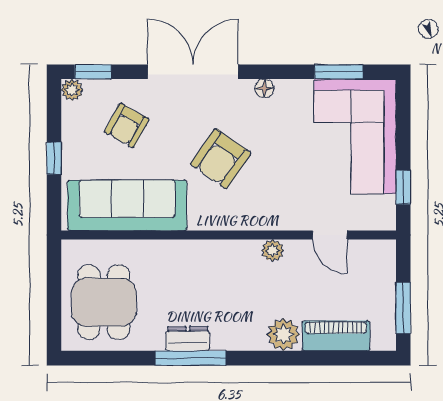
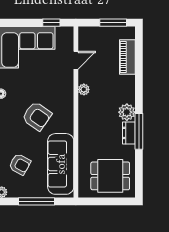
window: (54, 158) -> (37, 201), width x2.17
plant: (283, 335) -> (127, 112), moved

